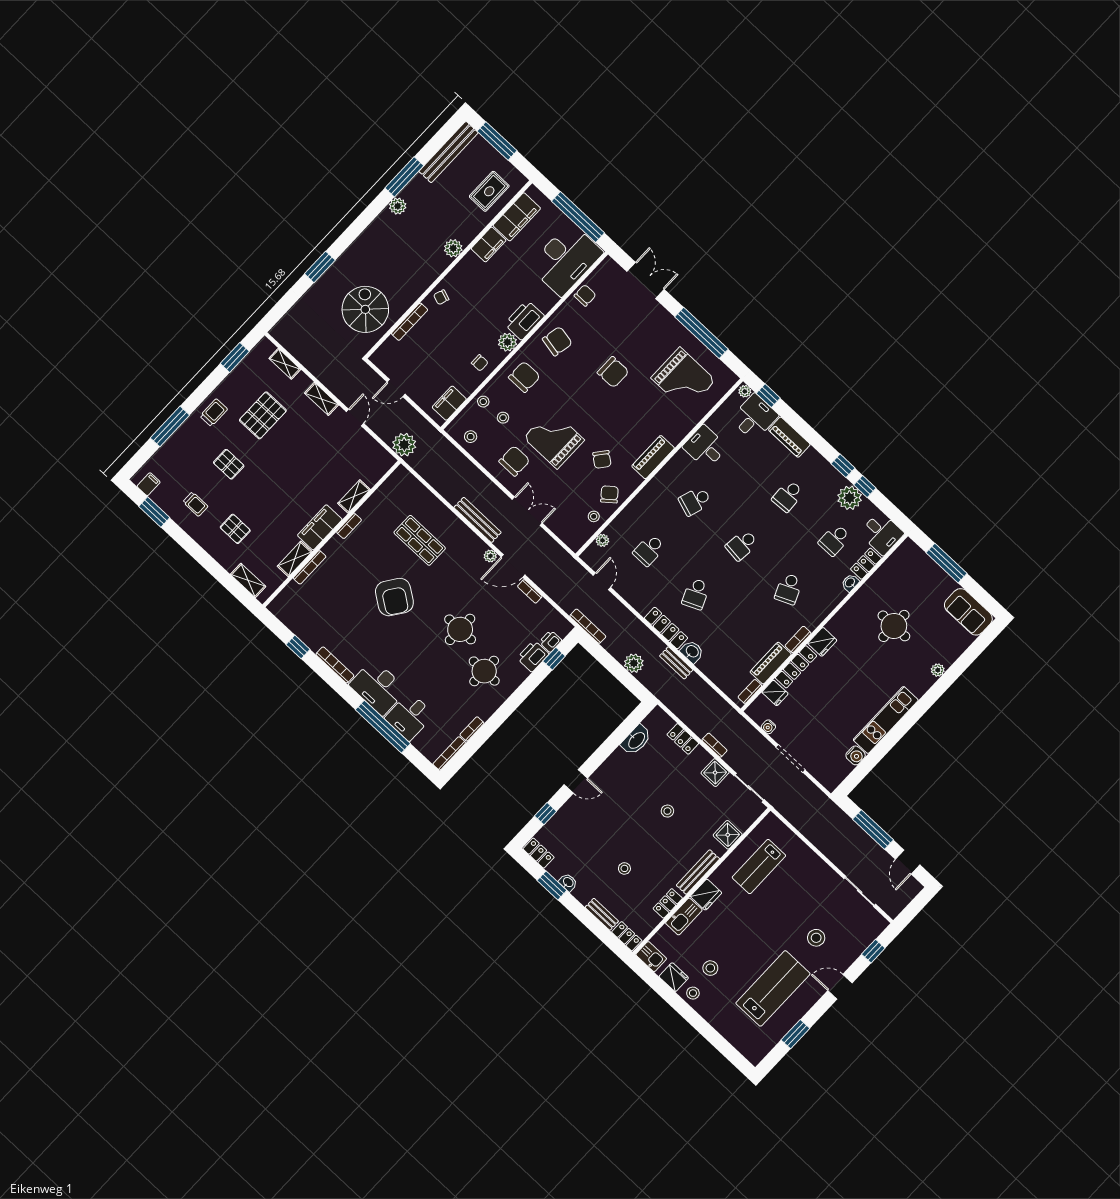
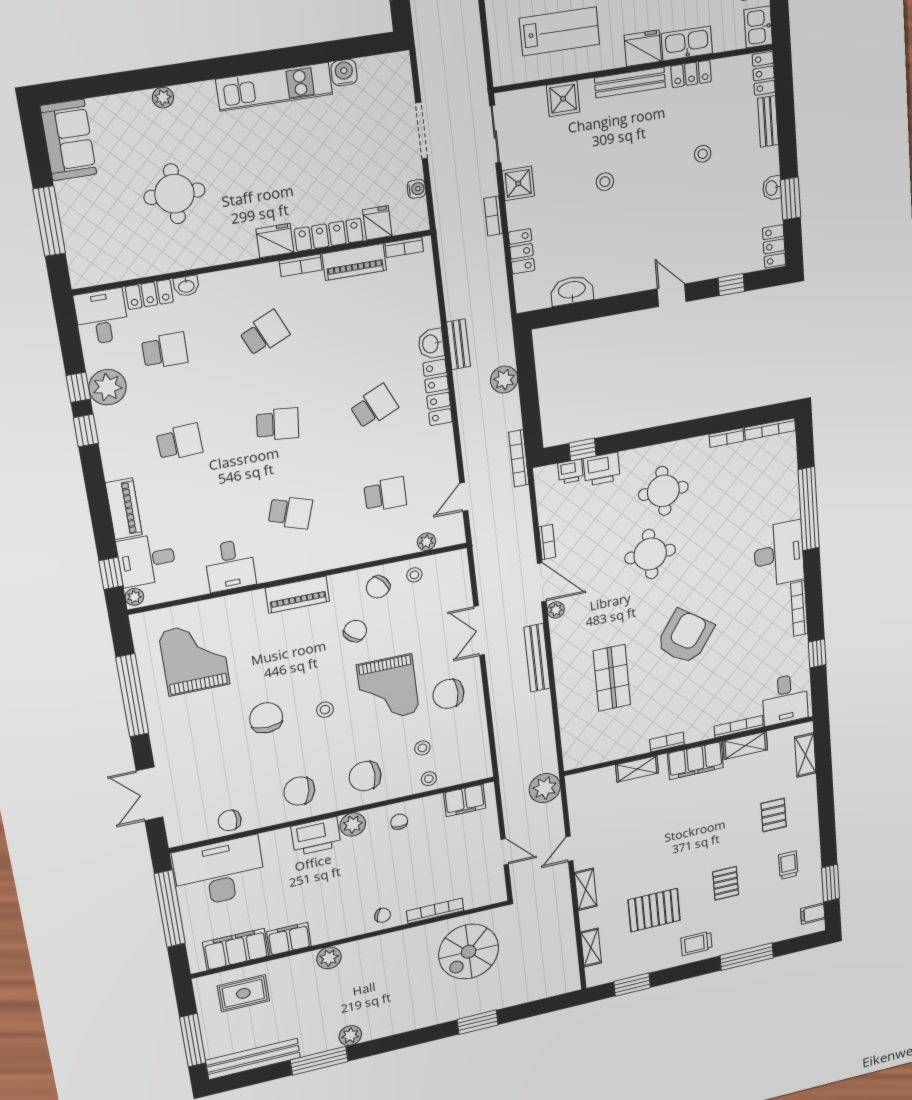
stool: (471, 437) -> (325, 710), moved
desk: (409, 716) -> (785, 699), moved, turned 90

